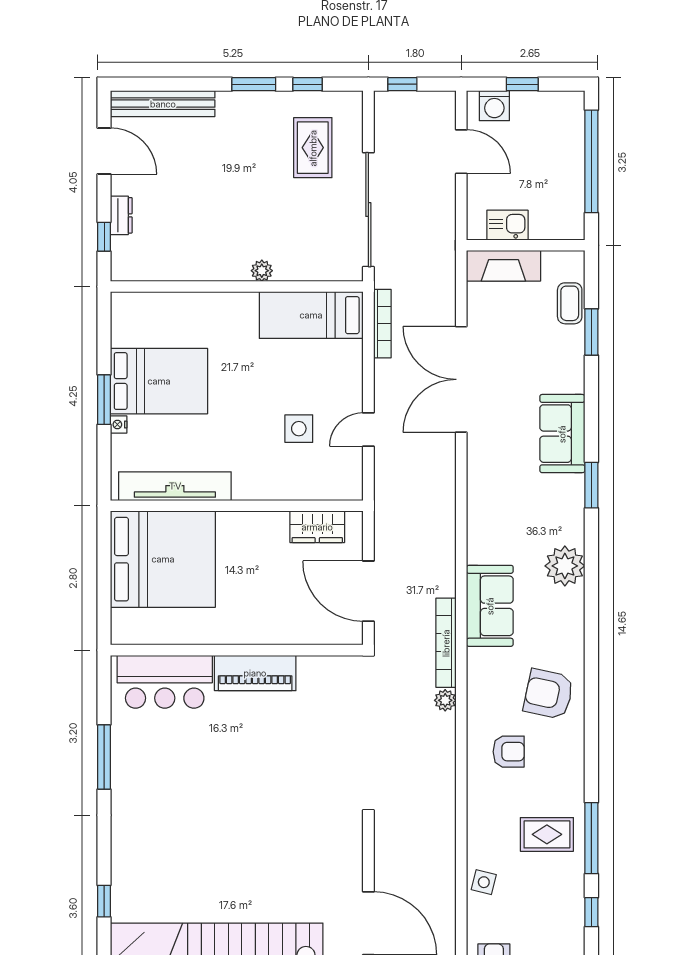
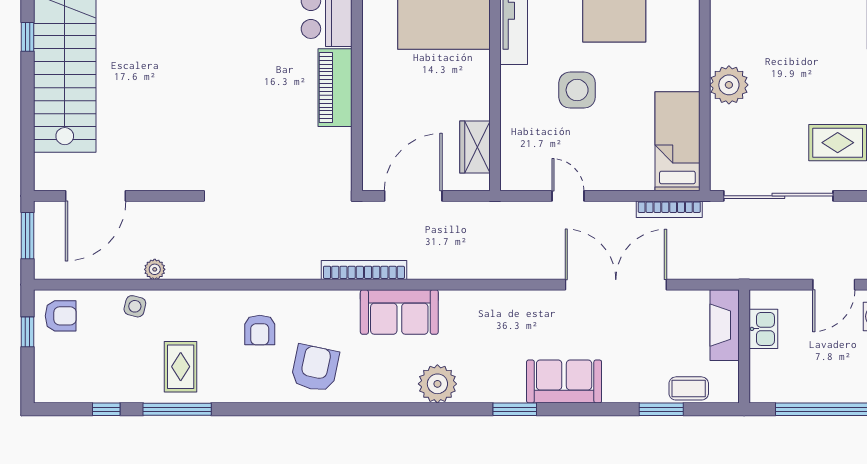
plant: (262, 271) -> (729, 85), width x1.88, depth x1.88
side table: (299, 429) -> (577, 90), moved, width x1.37, depth x1.37
plant: (445, 700) -> (155, 269), moved

